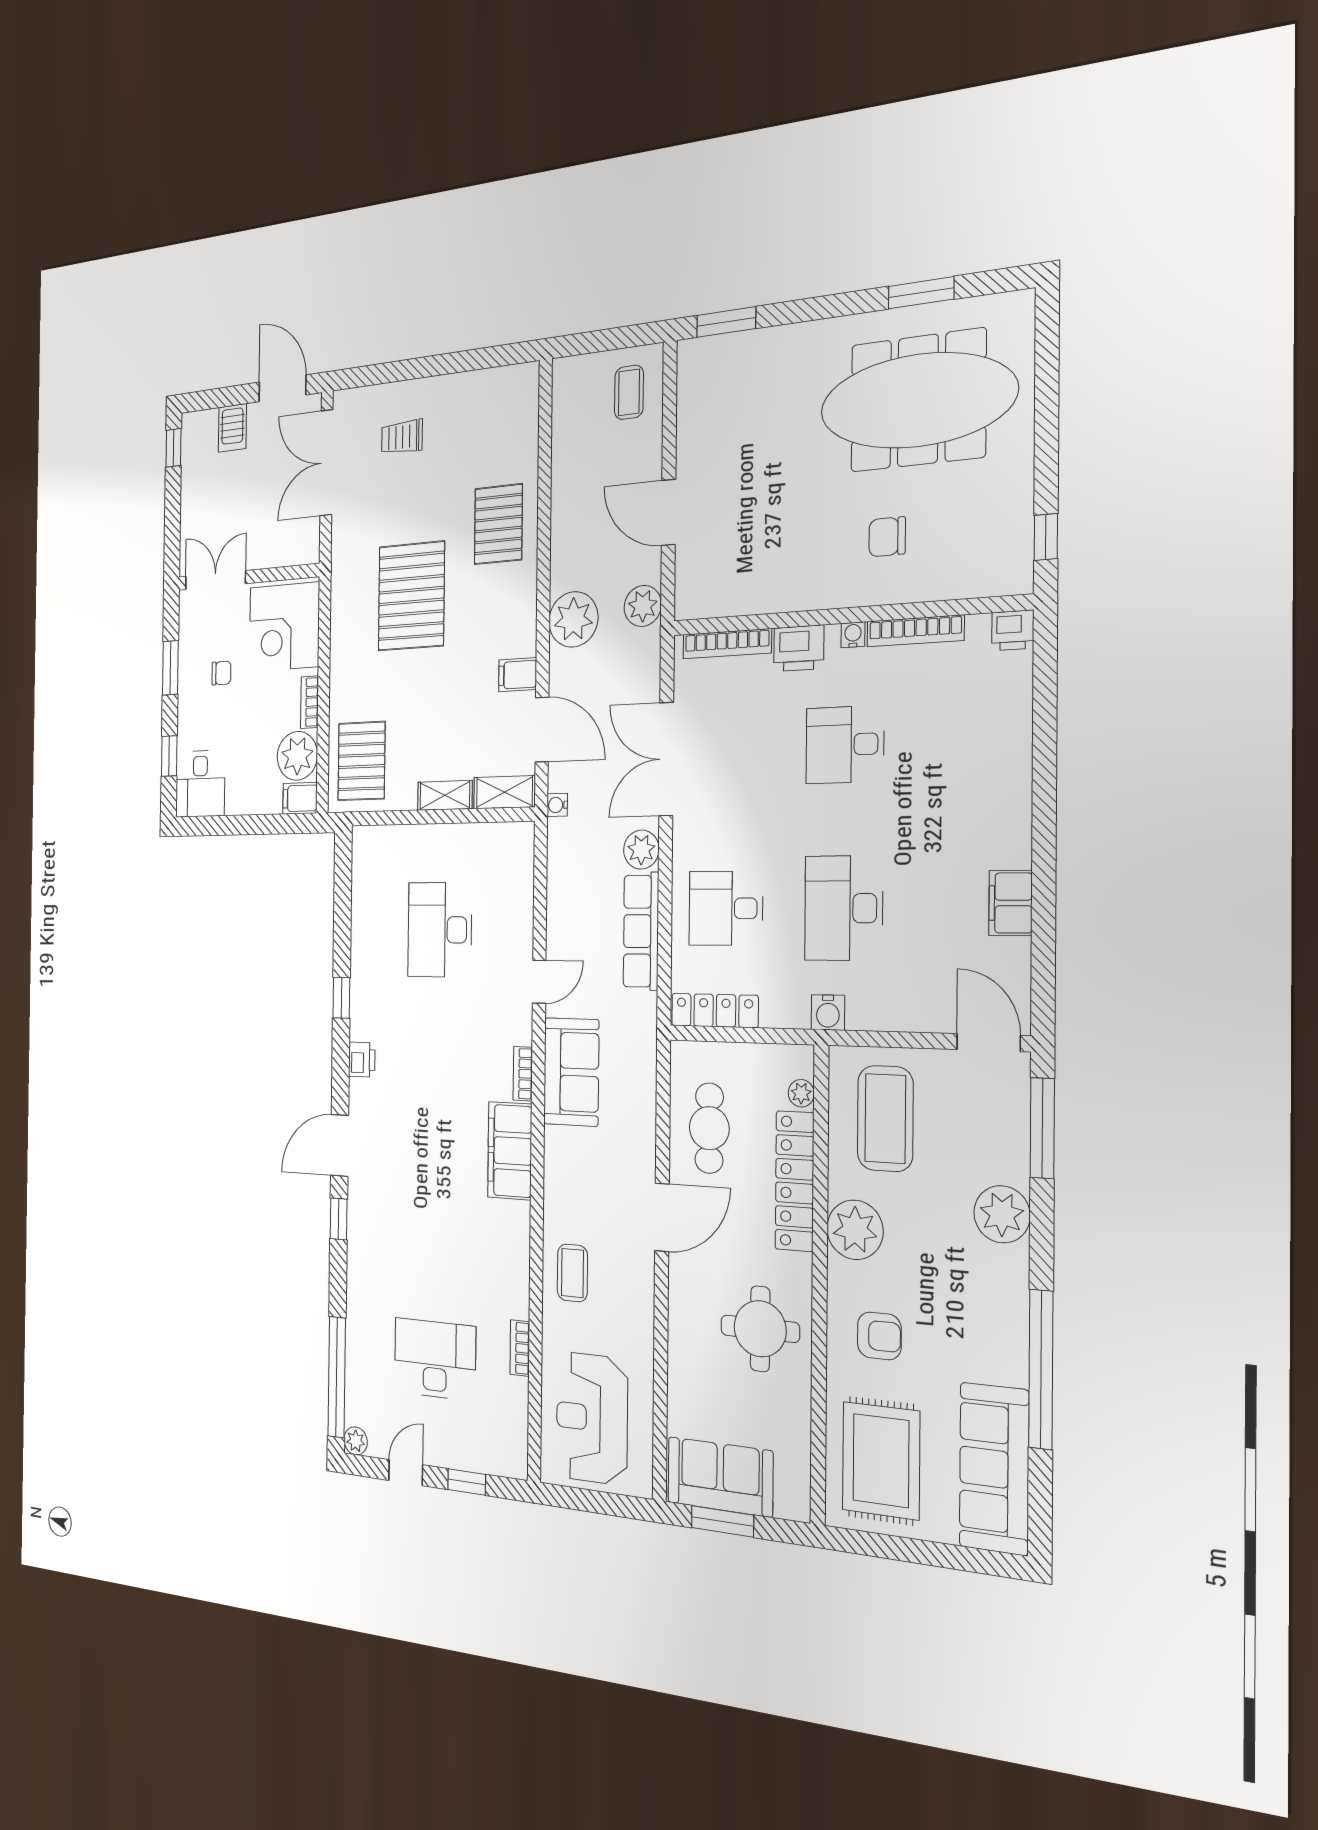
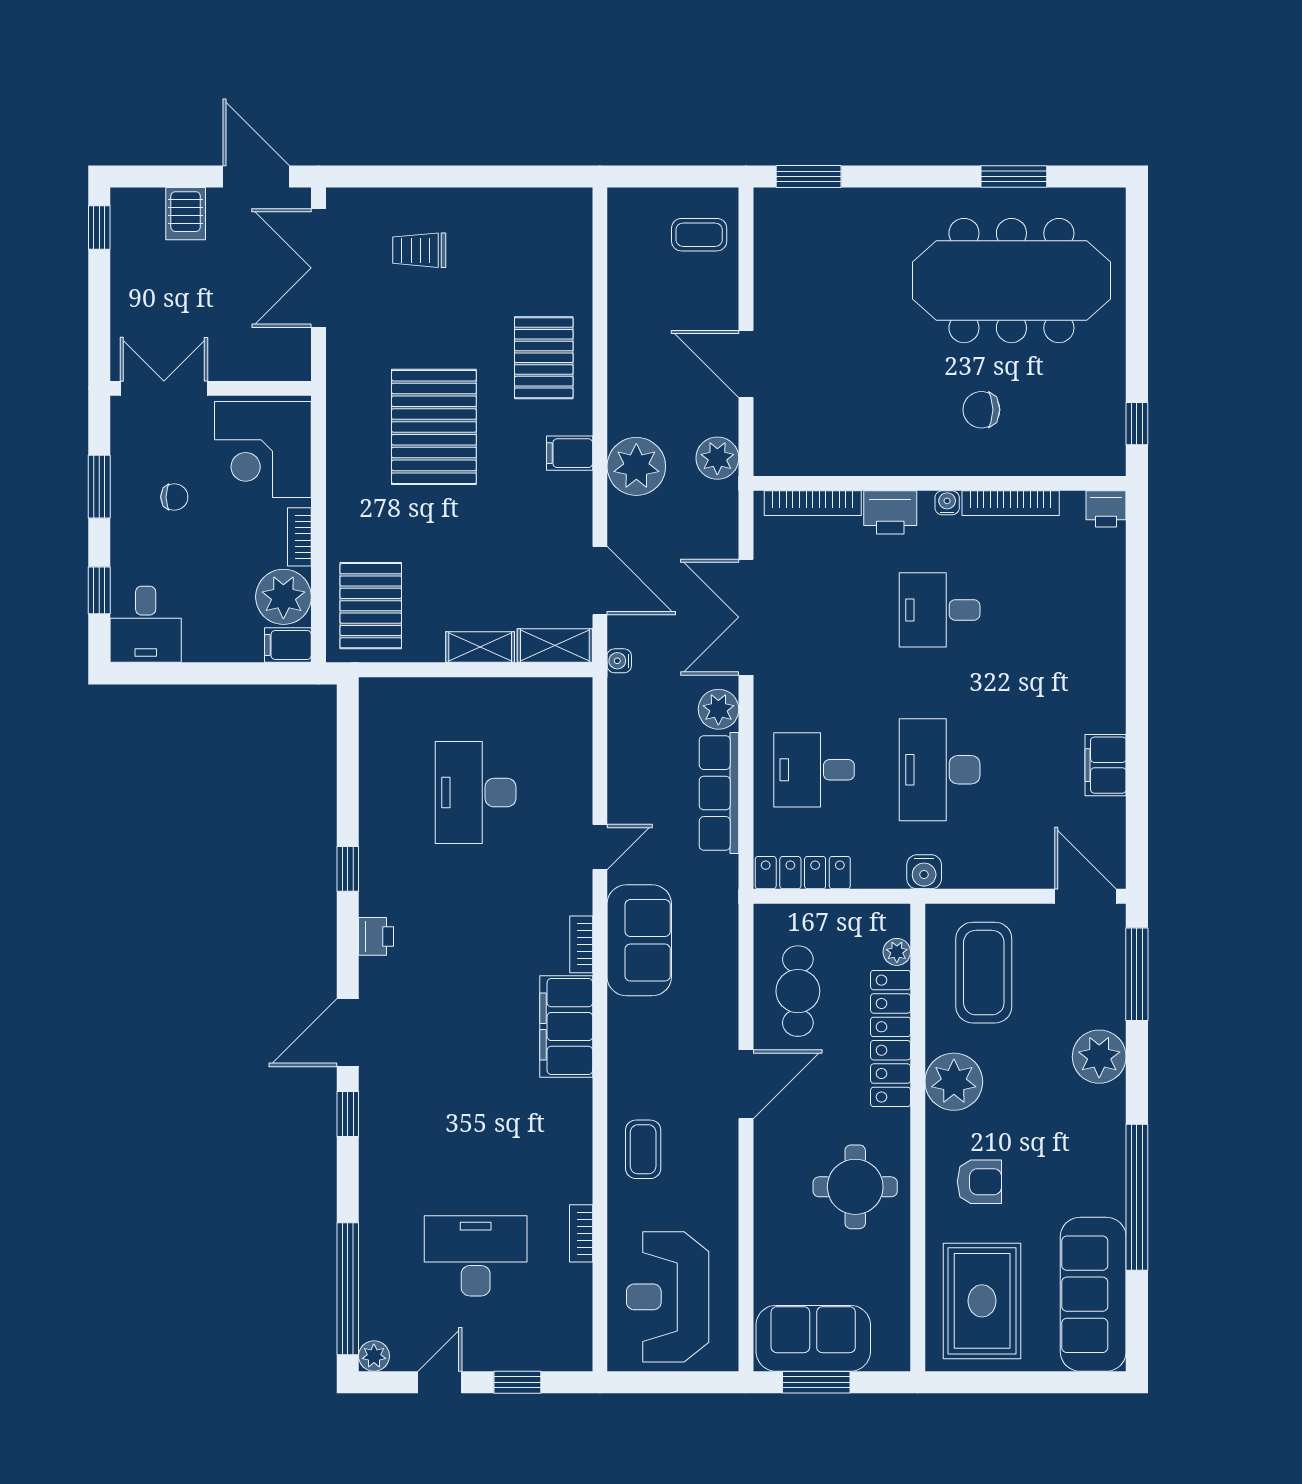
coffee table: (629, 392) -> (699, 235), turned 90
filing cabinet: (518, 675) -> (570, 453), moved

